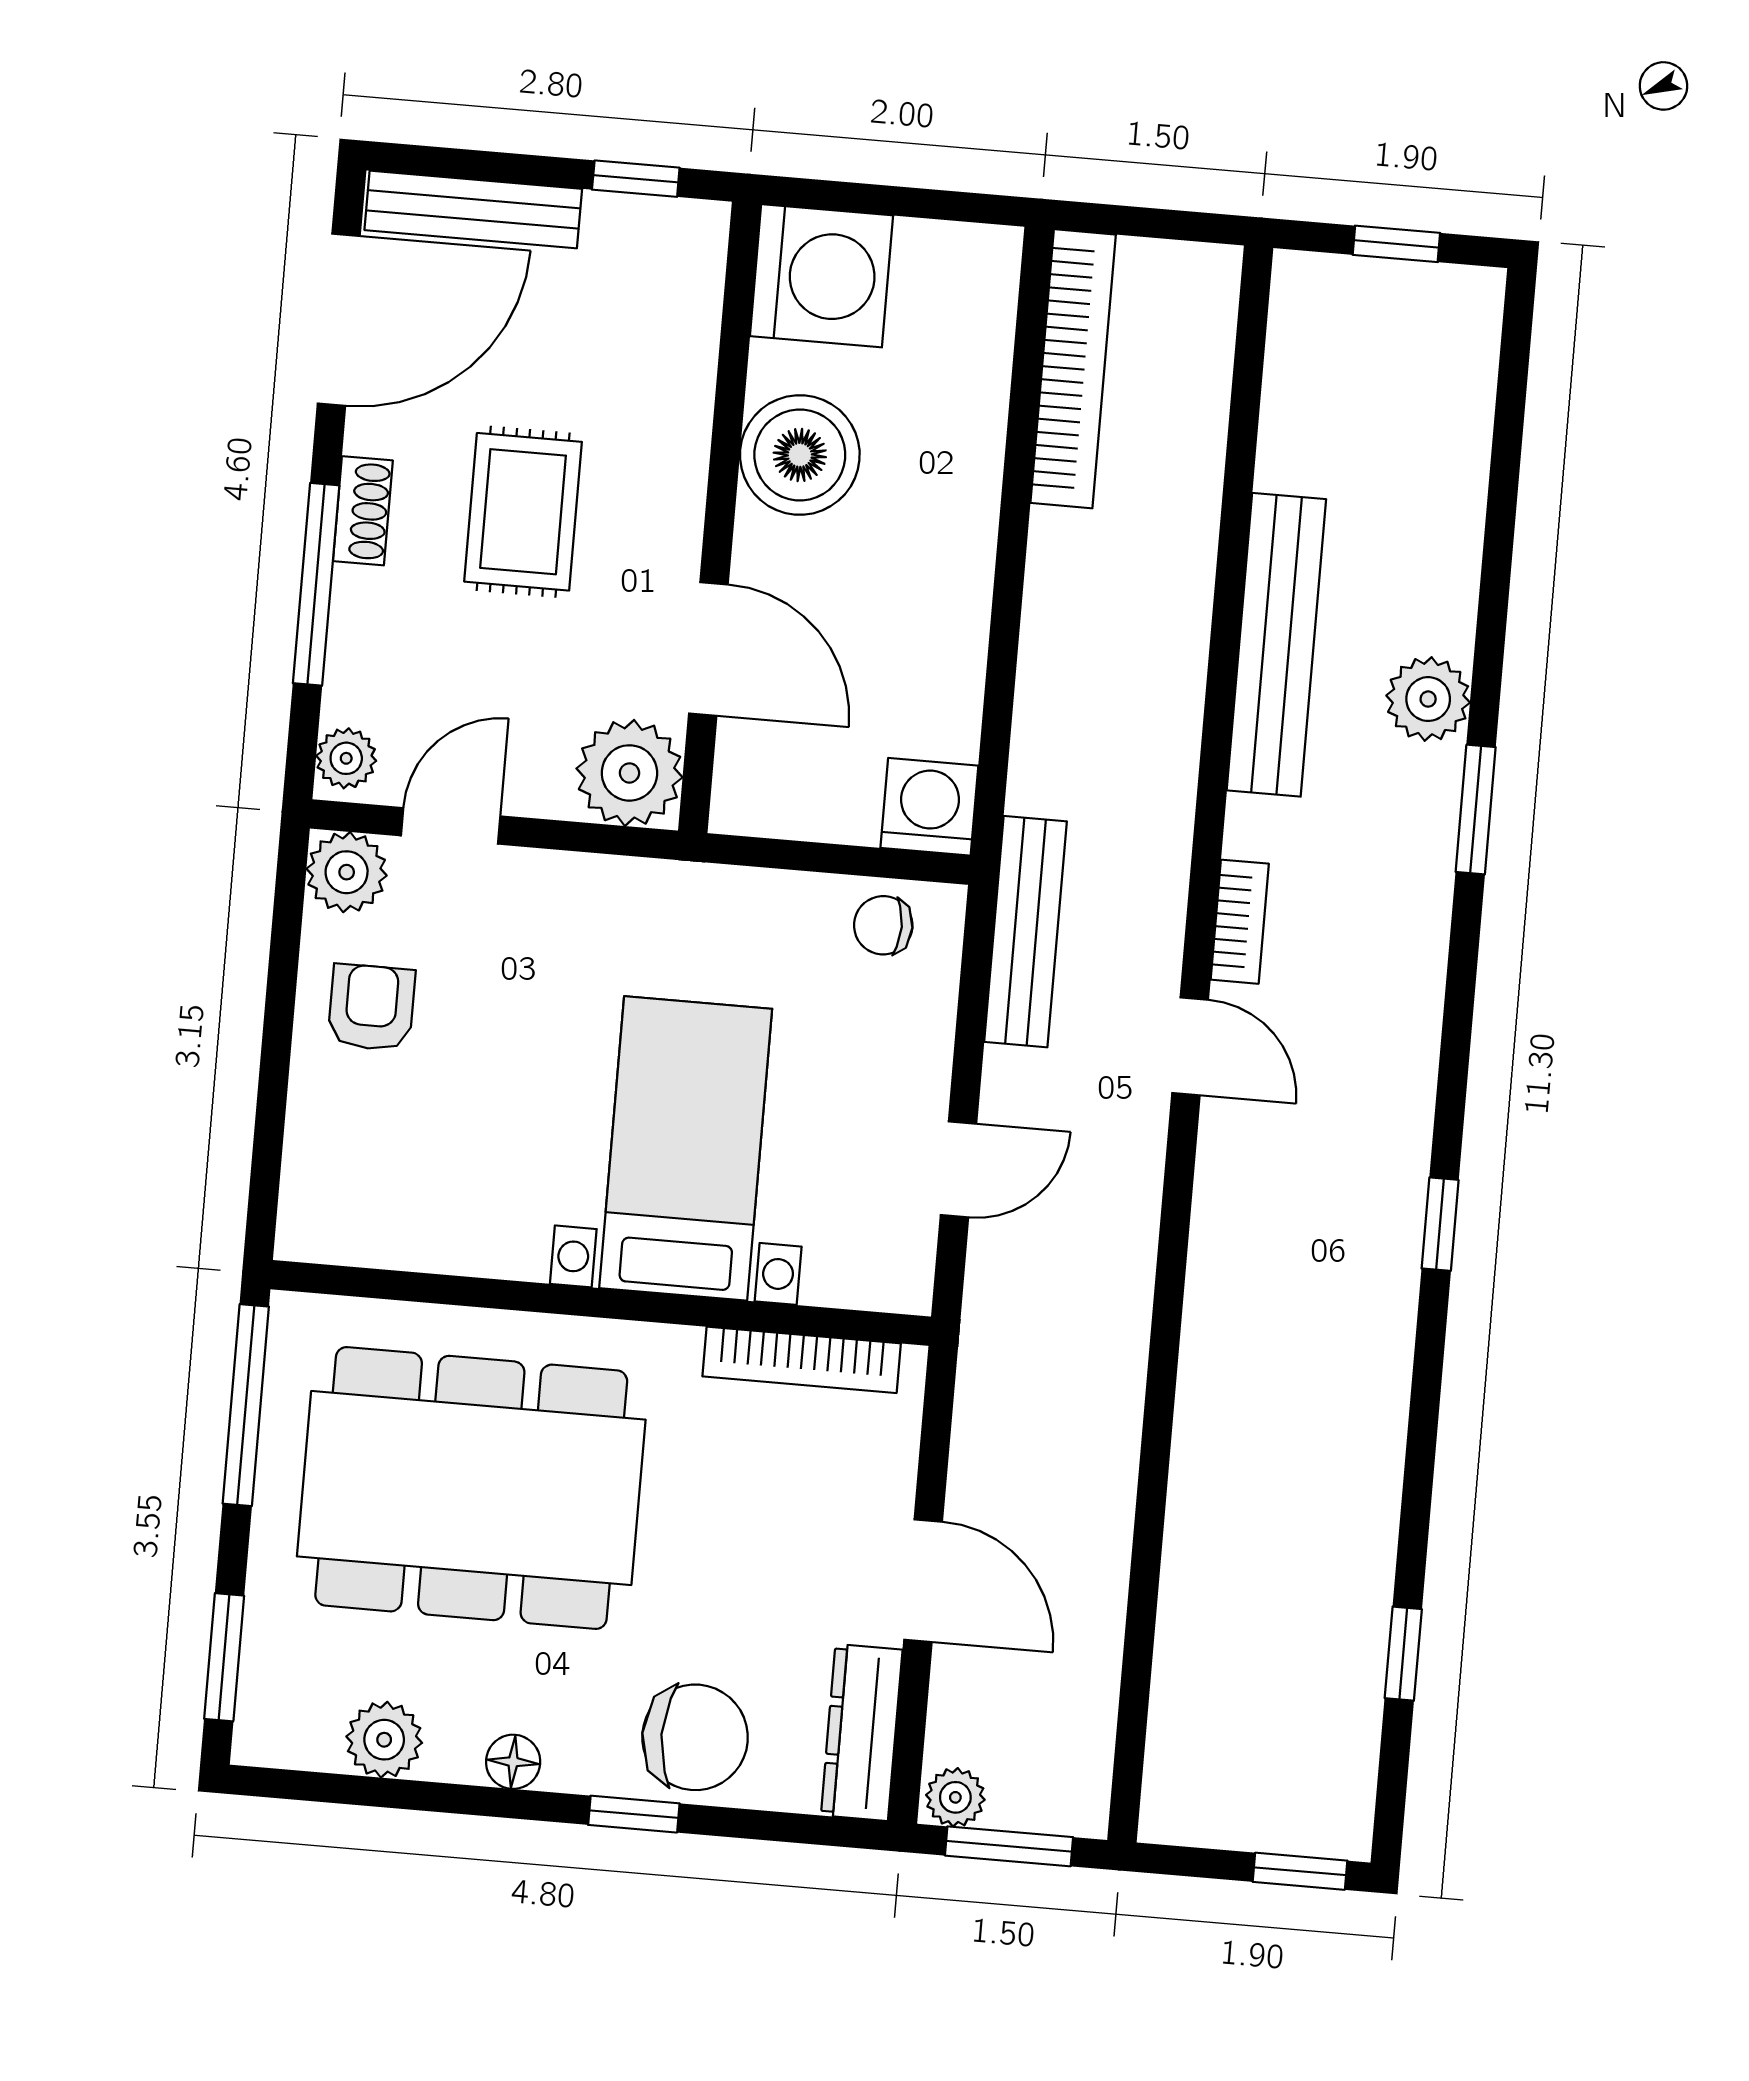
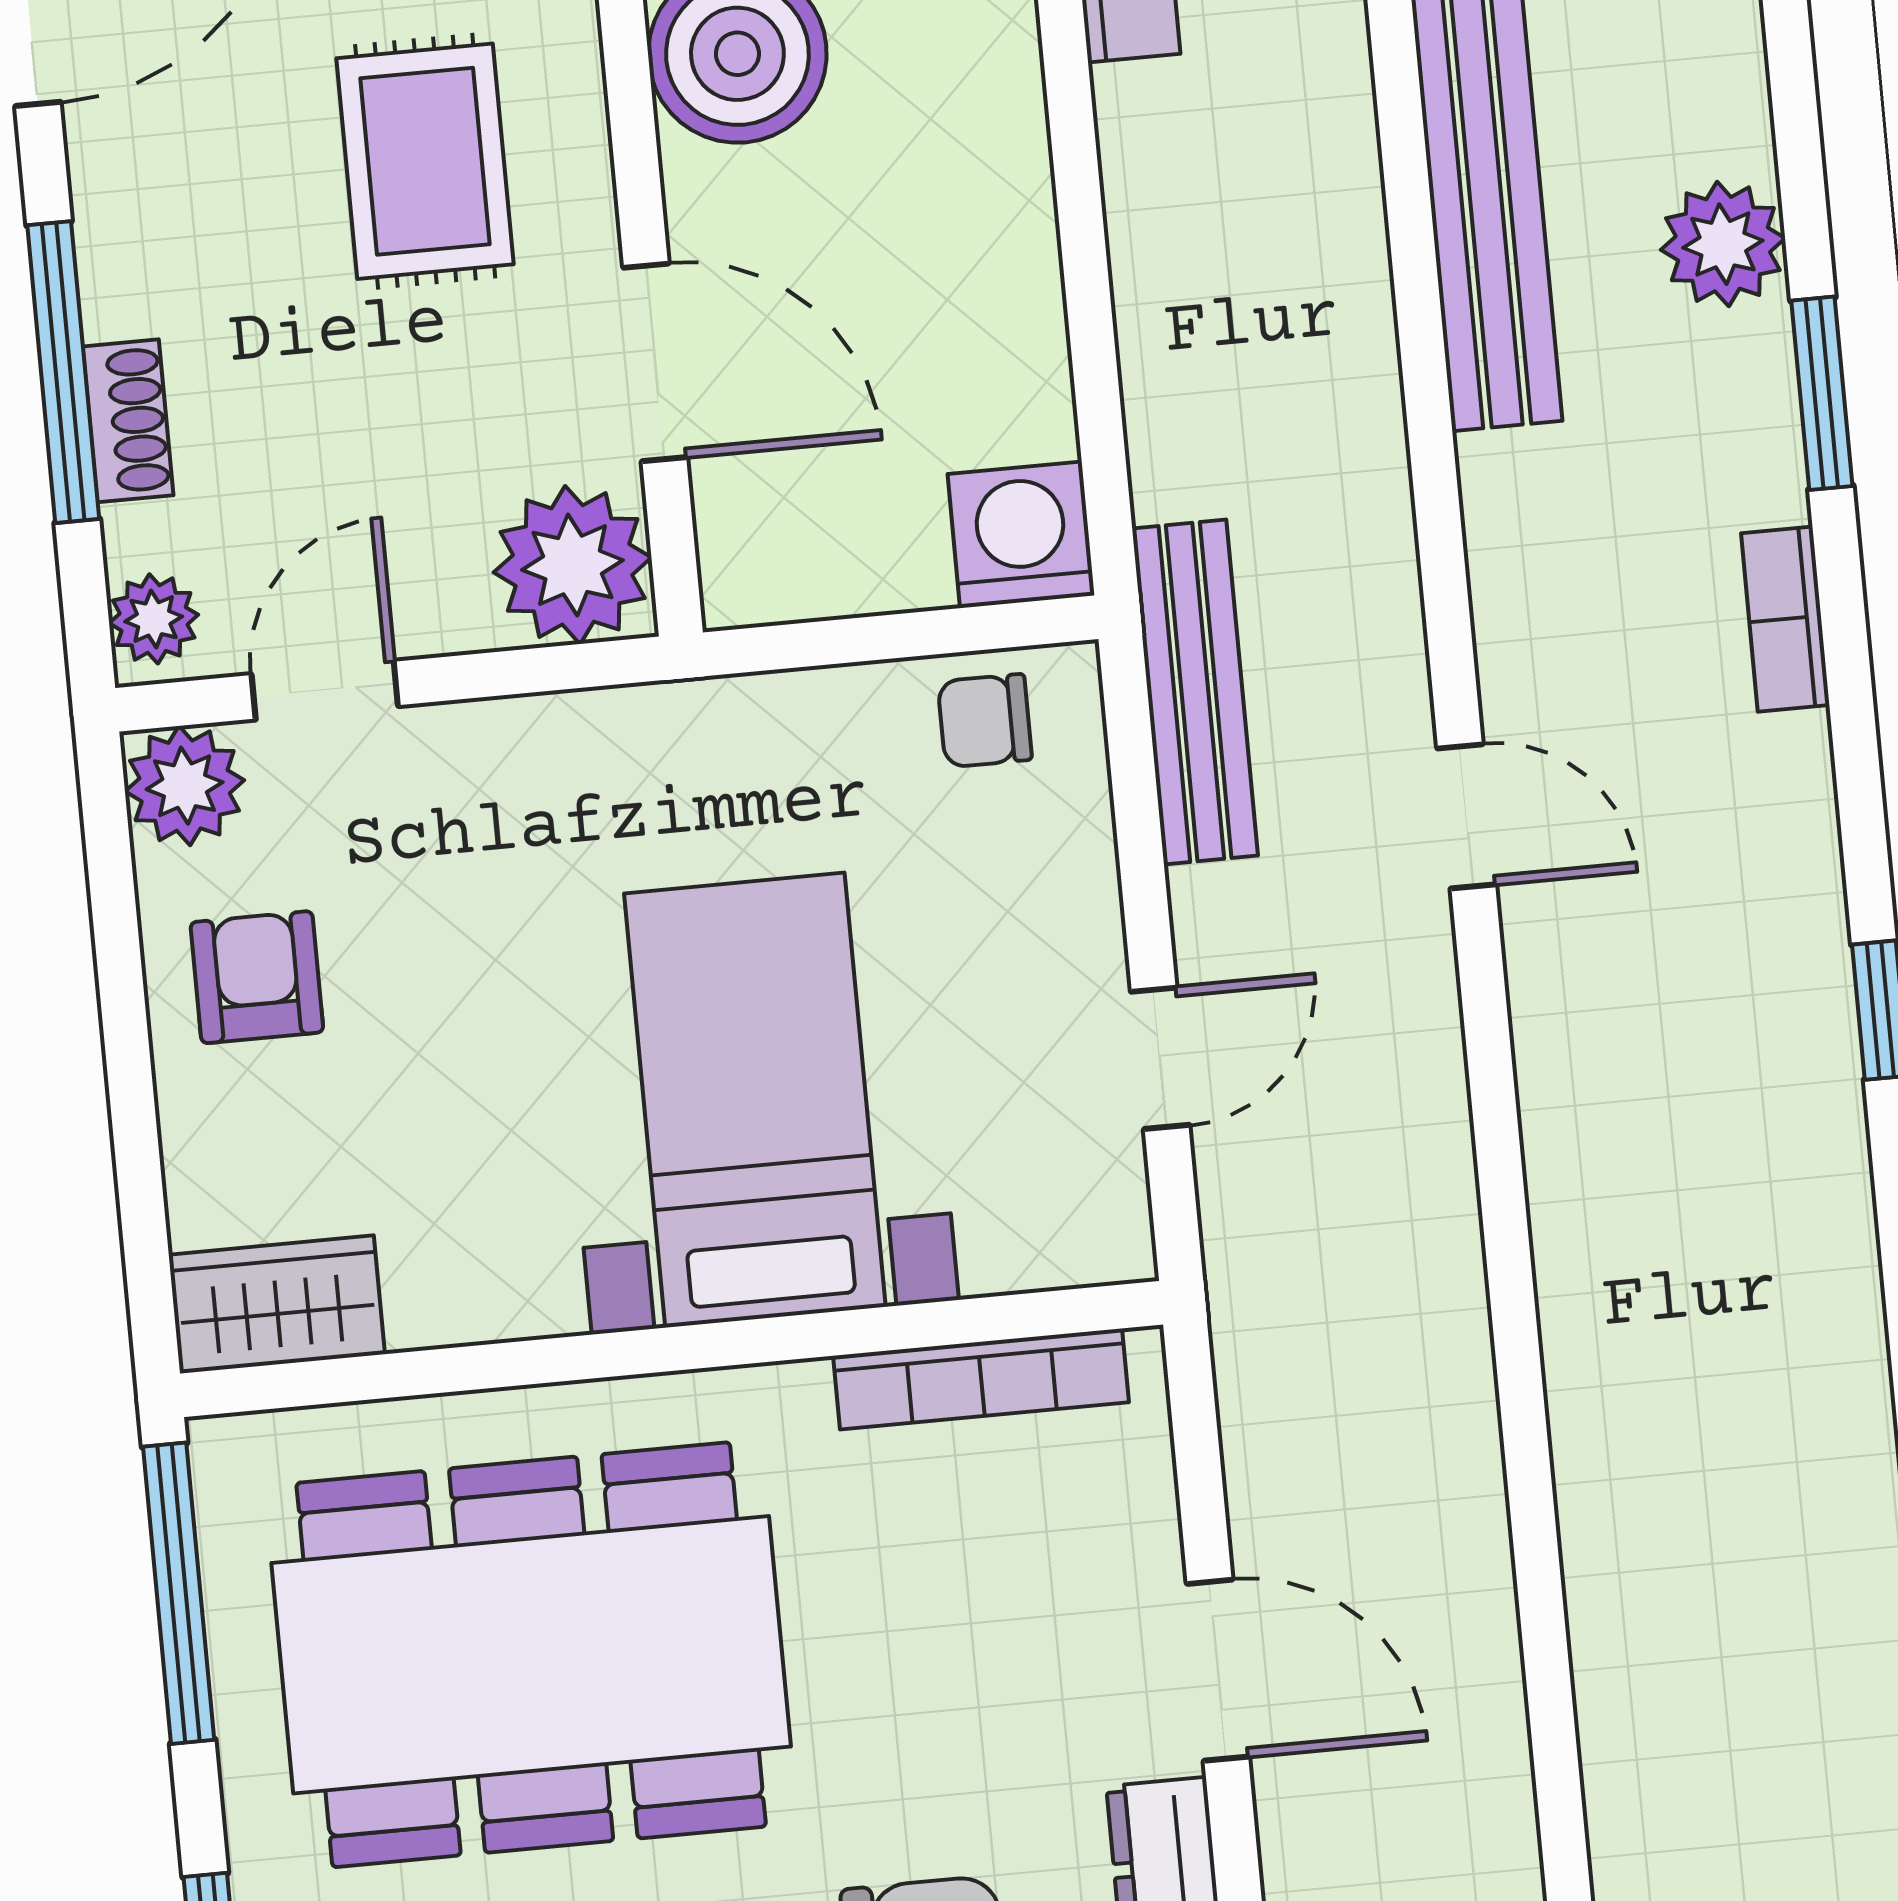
shoe rack: (363, 511) -> (128, 421), moved
rug: (523, 512) -> (425, 161), moved
bookcase: (1240, 922) -> (1785, 619), moved, turned 180
wardrobe: (345, 1226) -> (277, 1304), added

